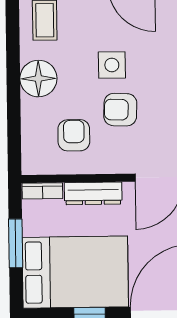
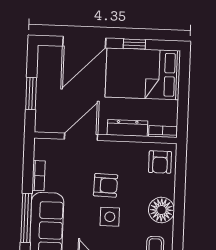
armchair: (74, 135) -> (160, 162), moved
window: (16, 243) -> (183, 96), removed

